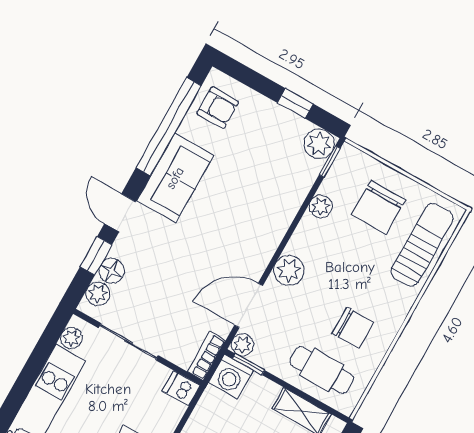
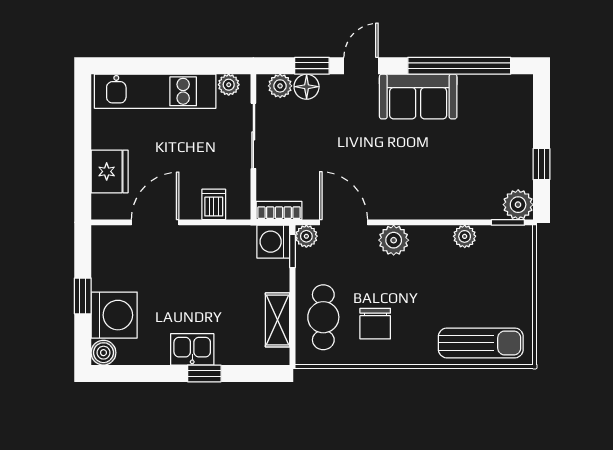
armchair: (218, 108) -> (500, 99), removed
chair: (378, 207) -> (492, 287), removed
dishwasher: (181, 388) -> (214, 204), moved

